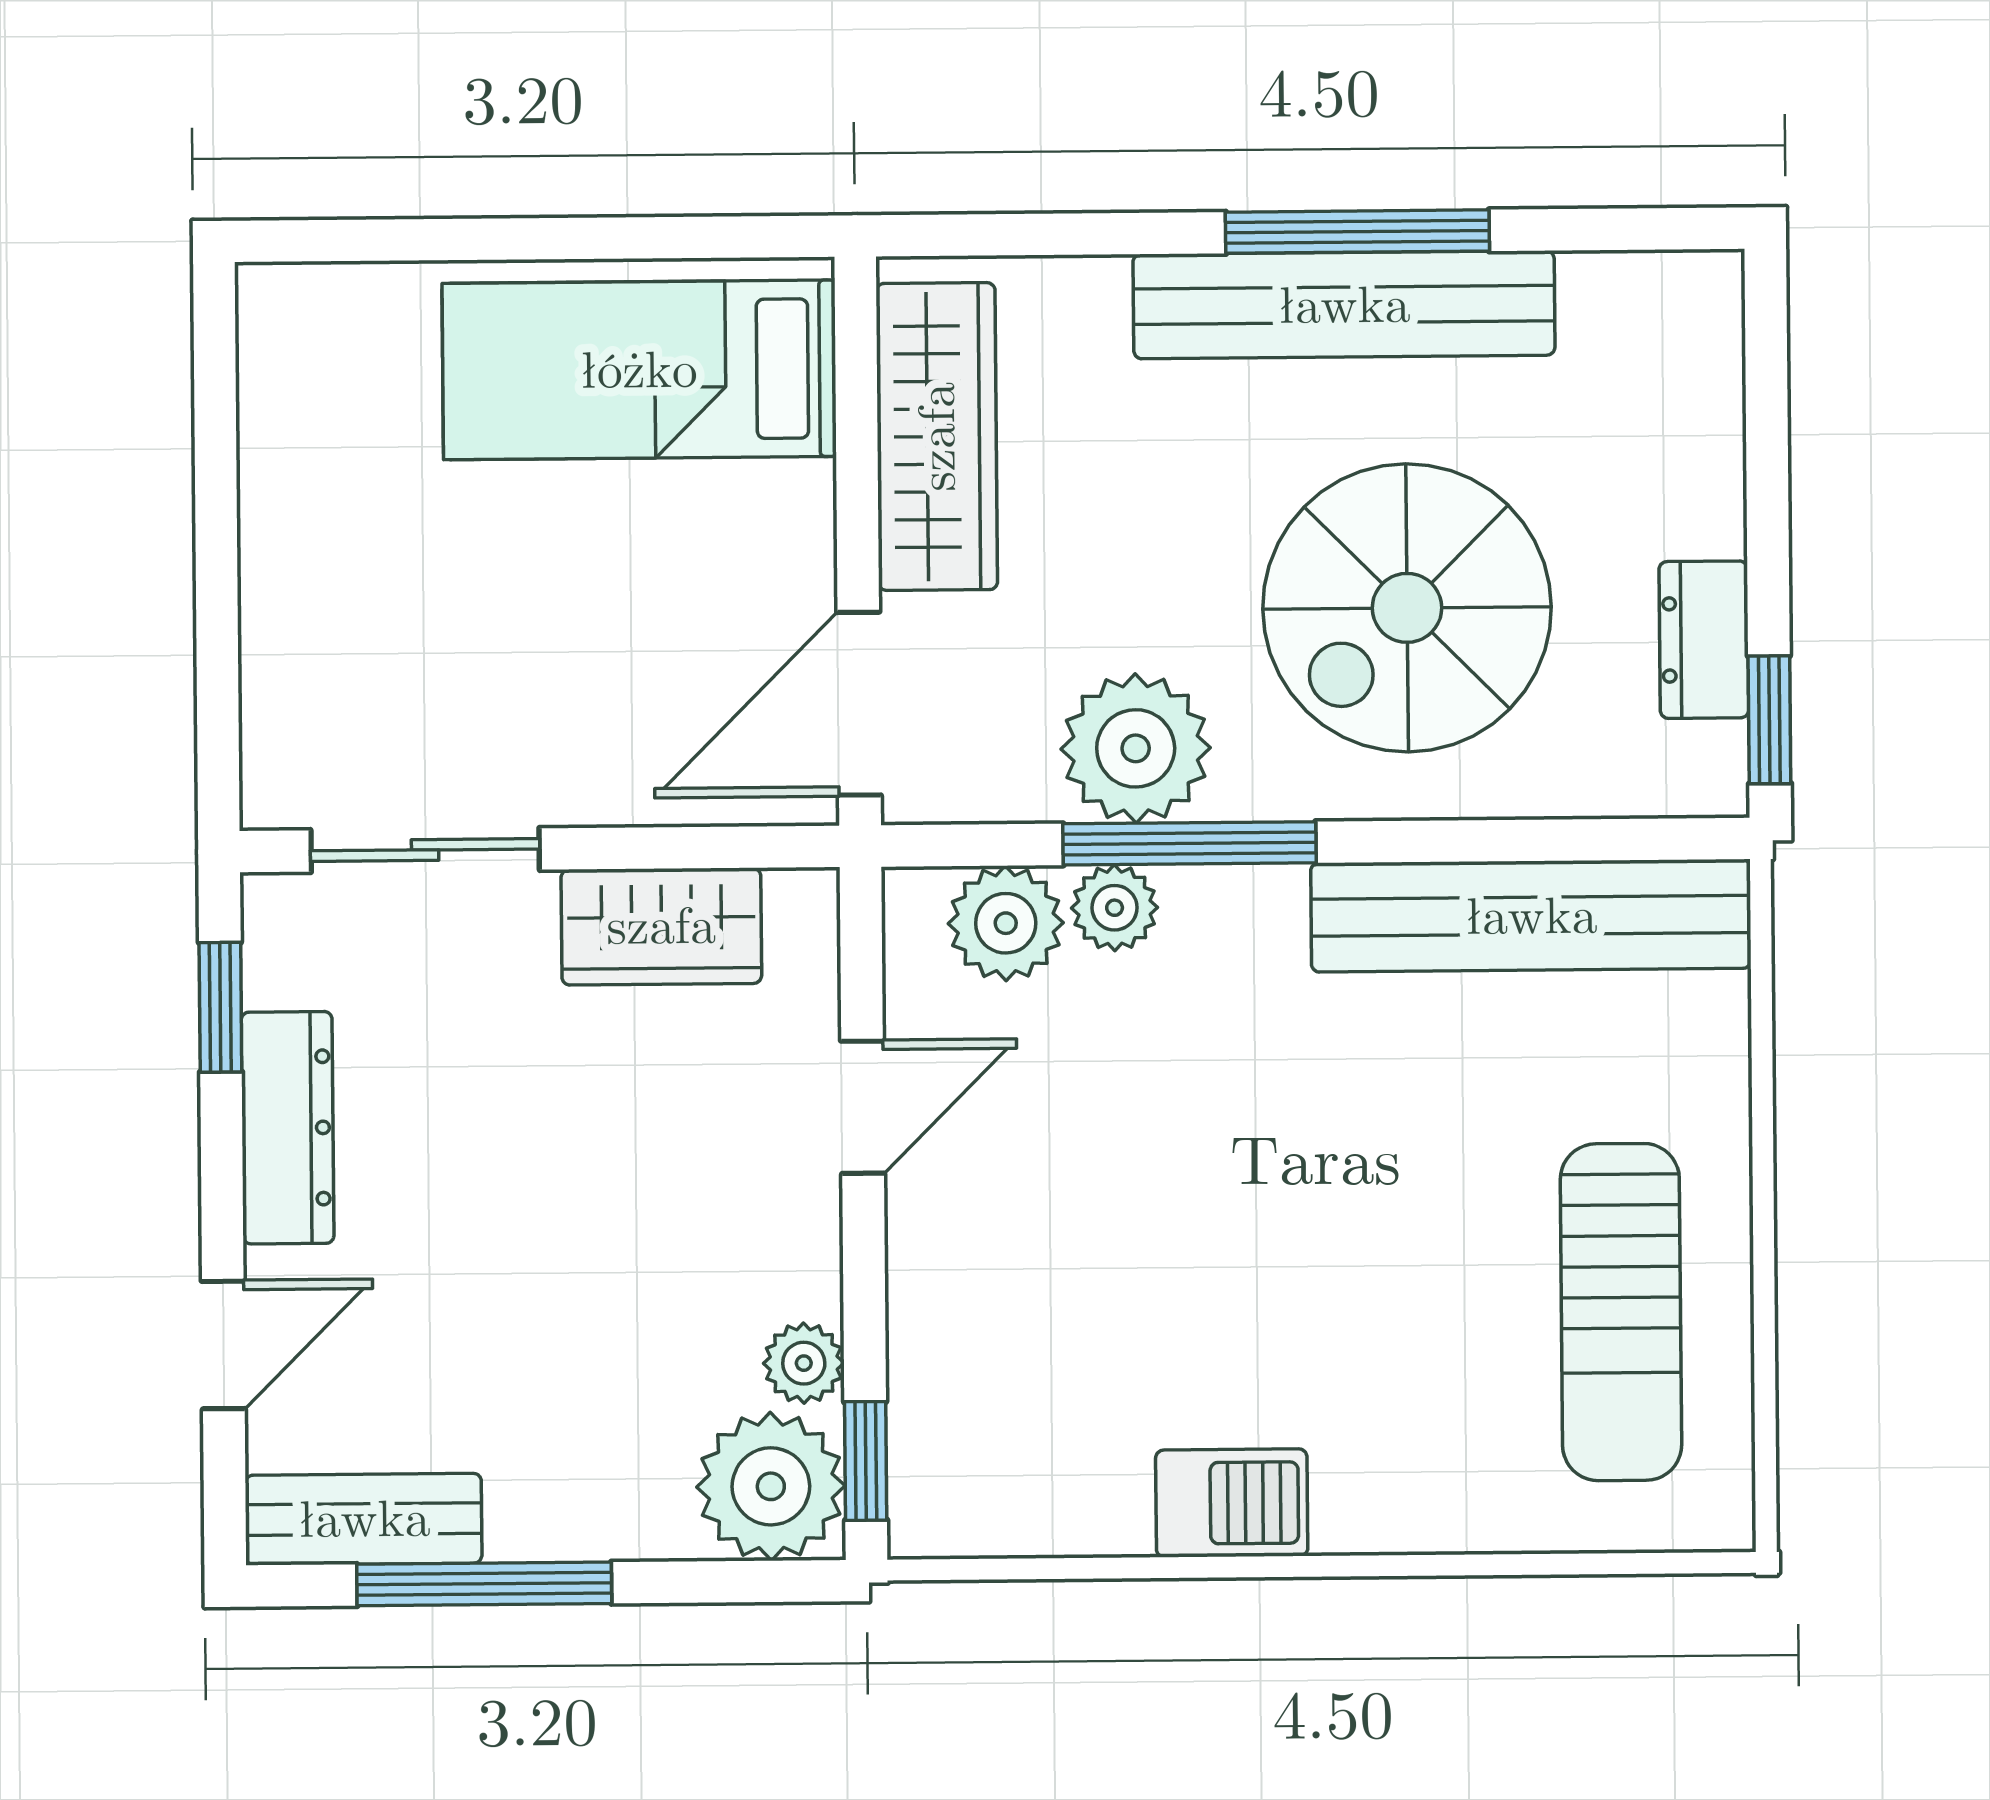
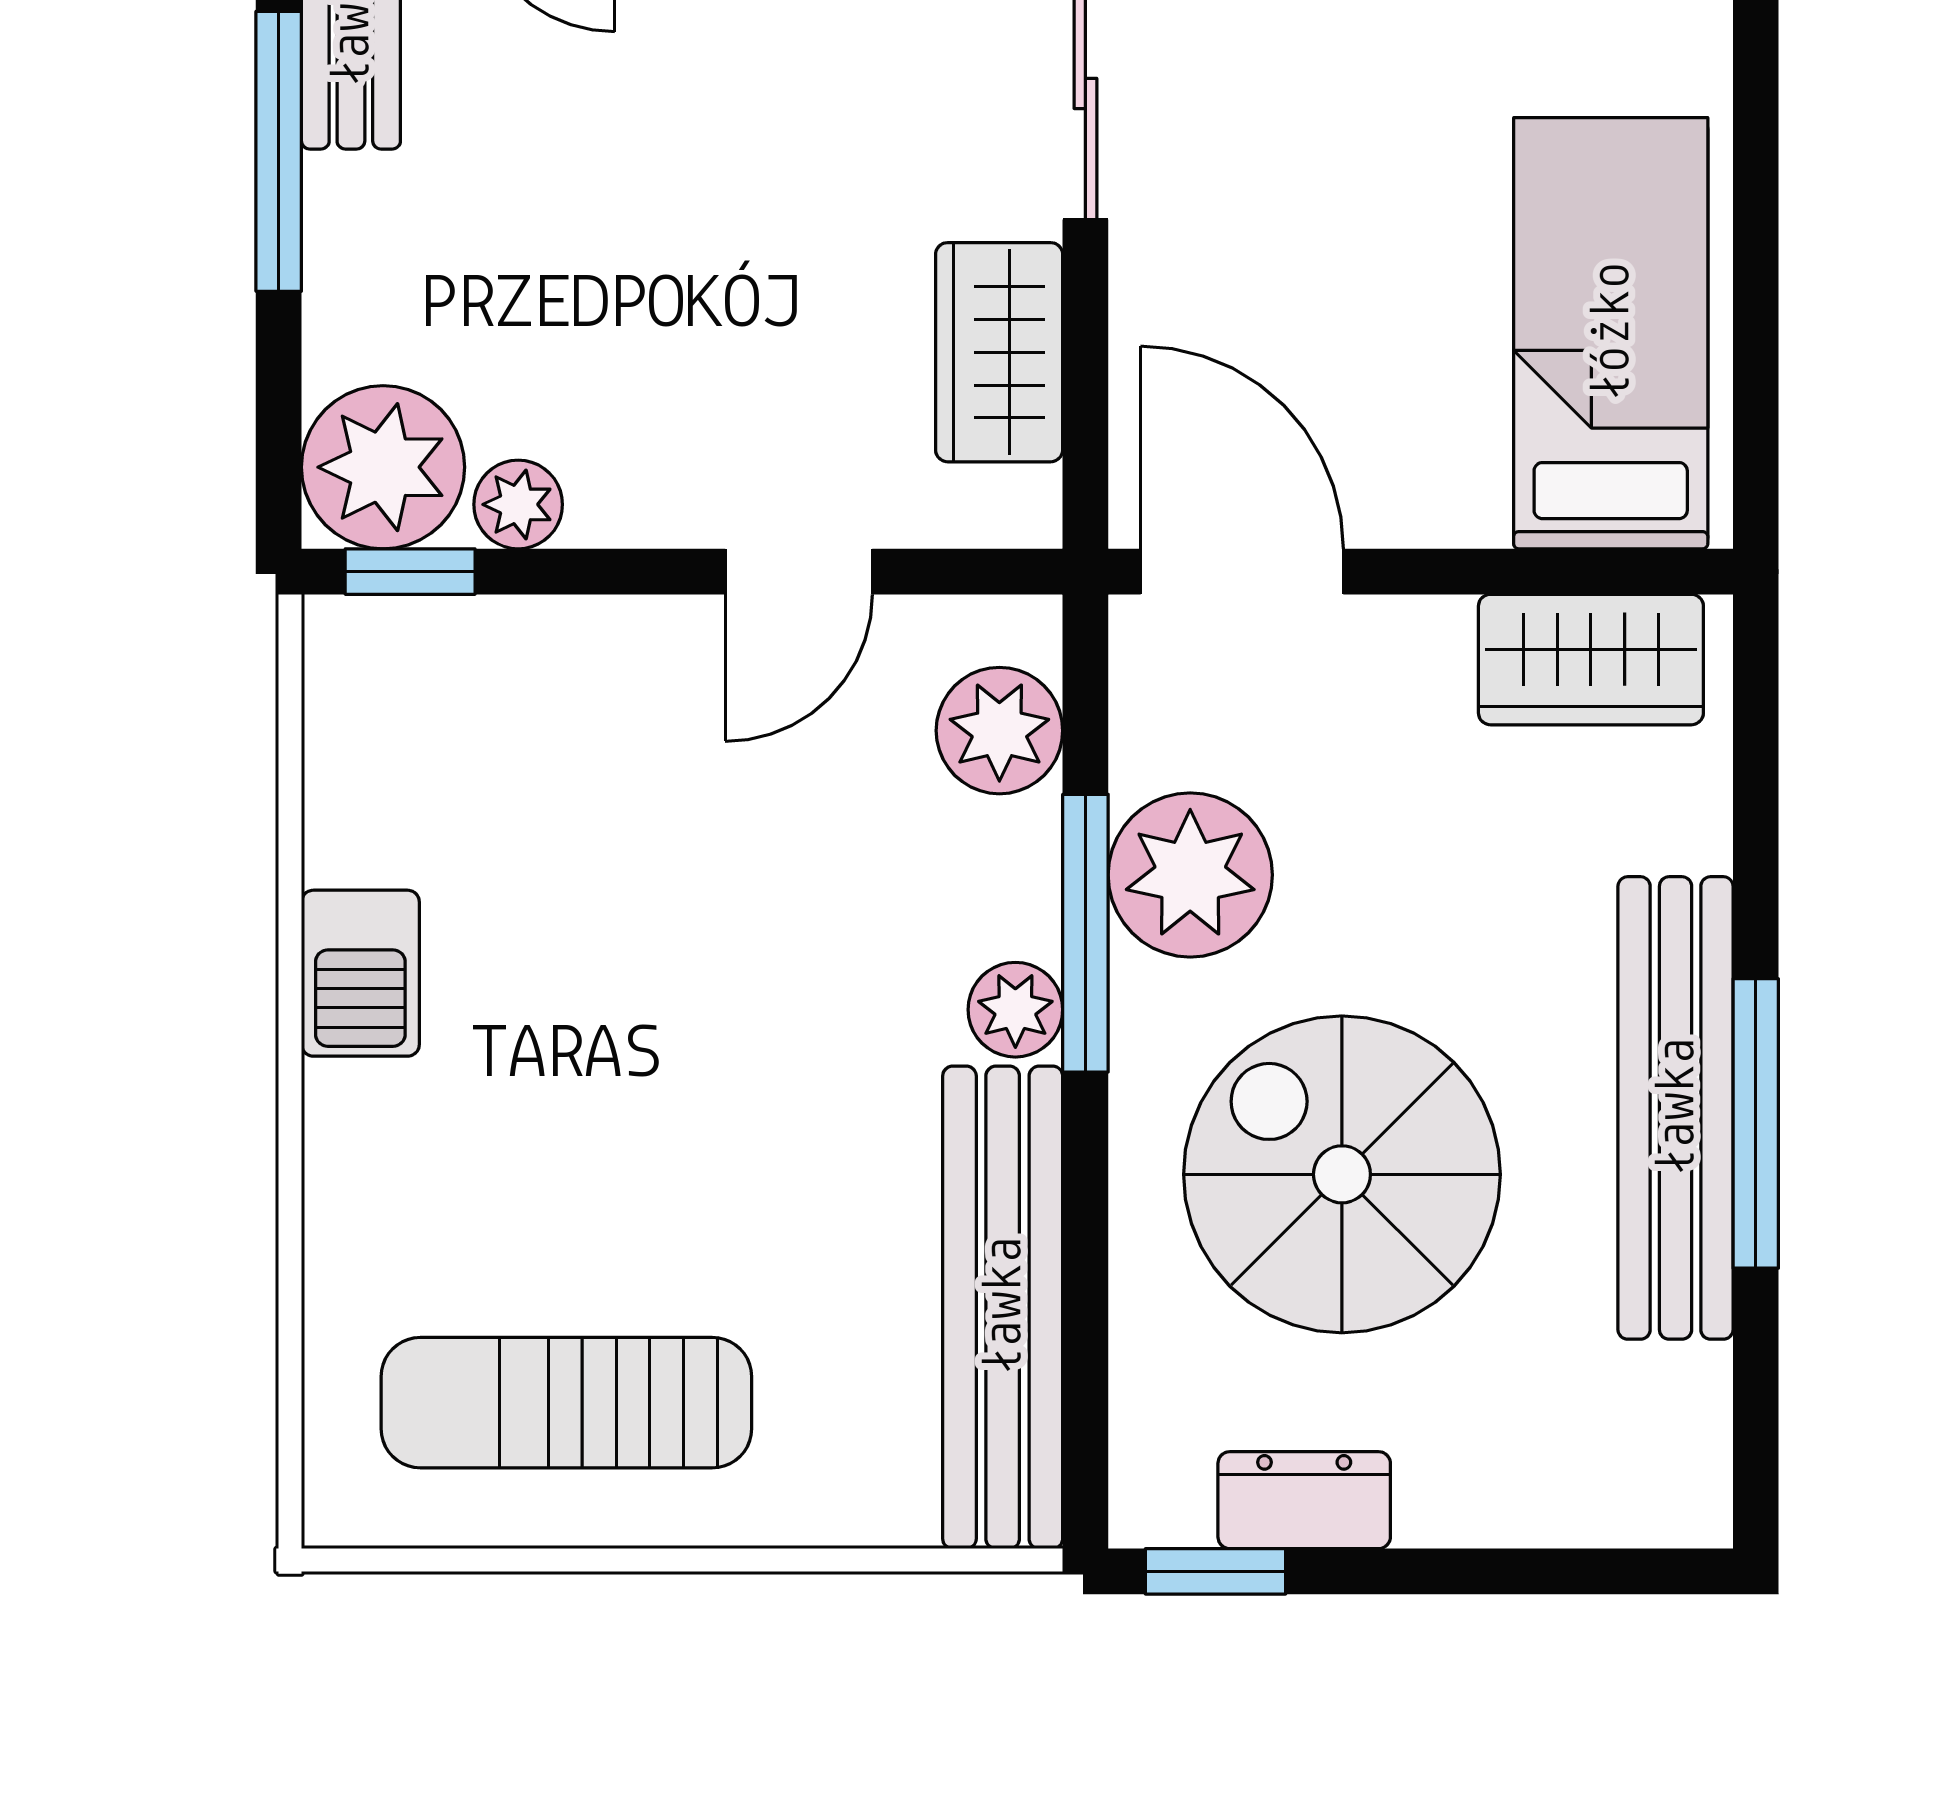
wardrobe: (937, 437) -> (1591, 660), width x0.67
plant: (1115, 908) -> (1015, 1010), moved
door: (863, 1107) -> (799, 572), hinge flipped

